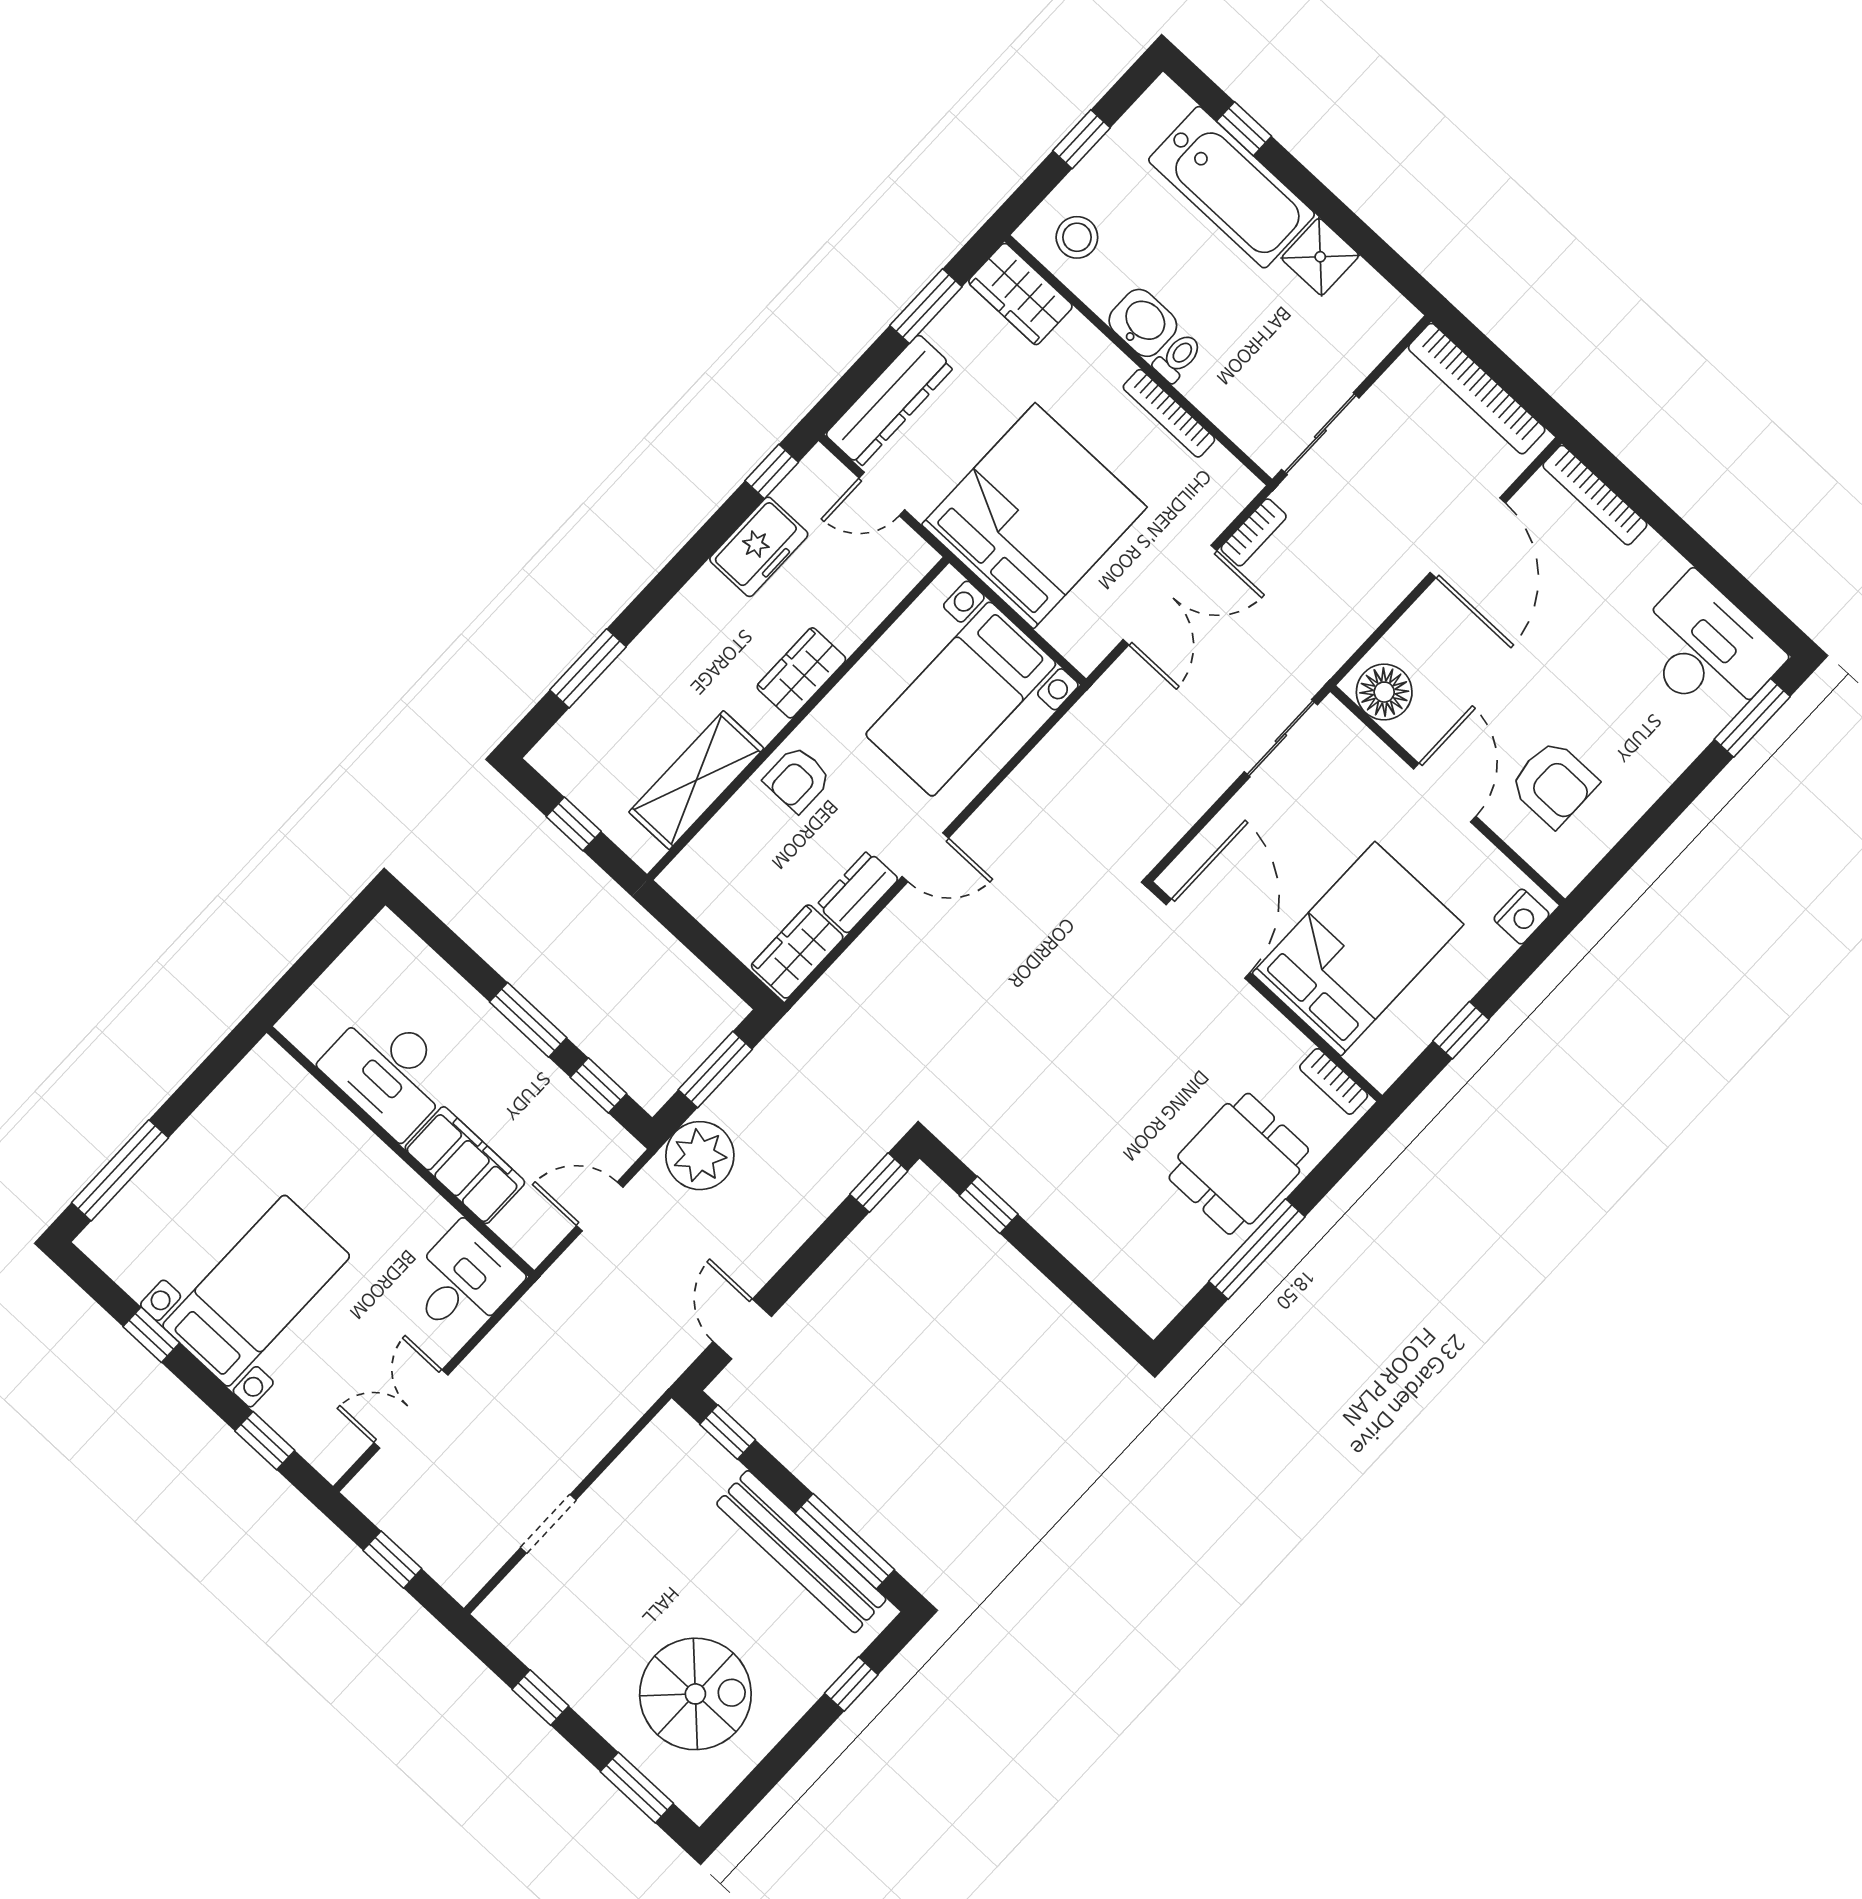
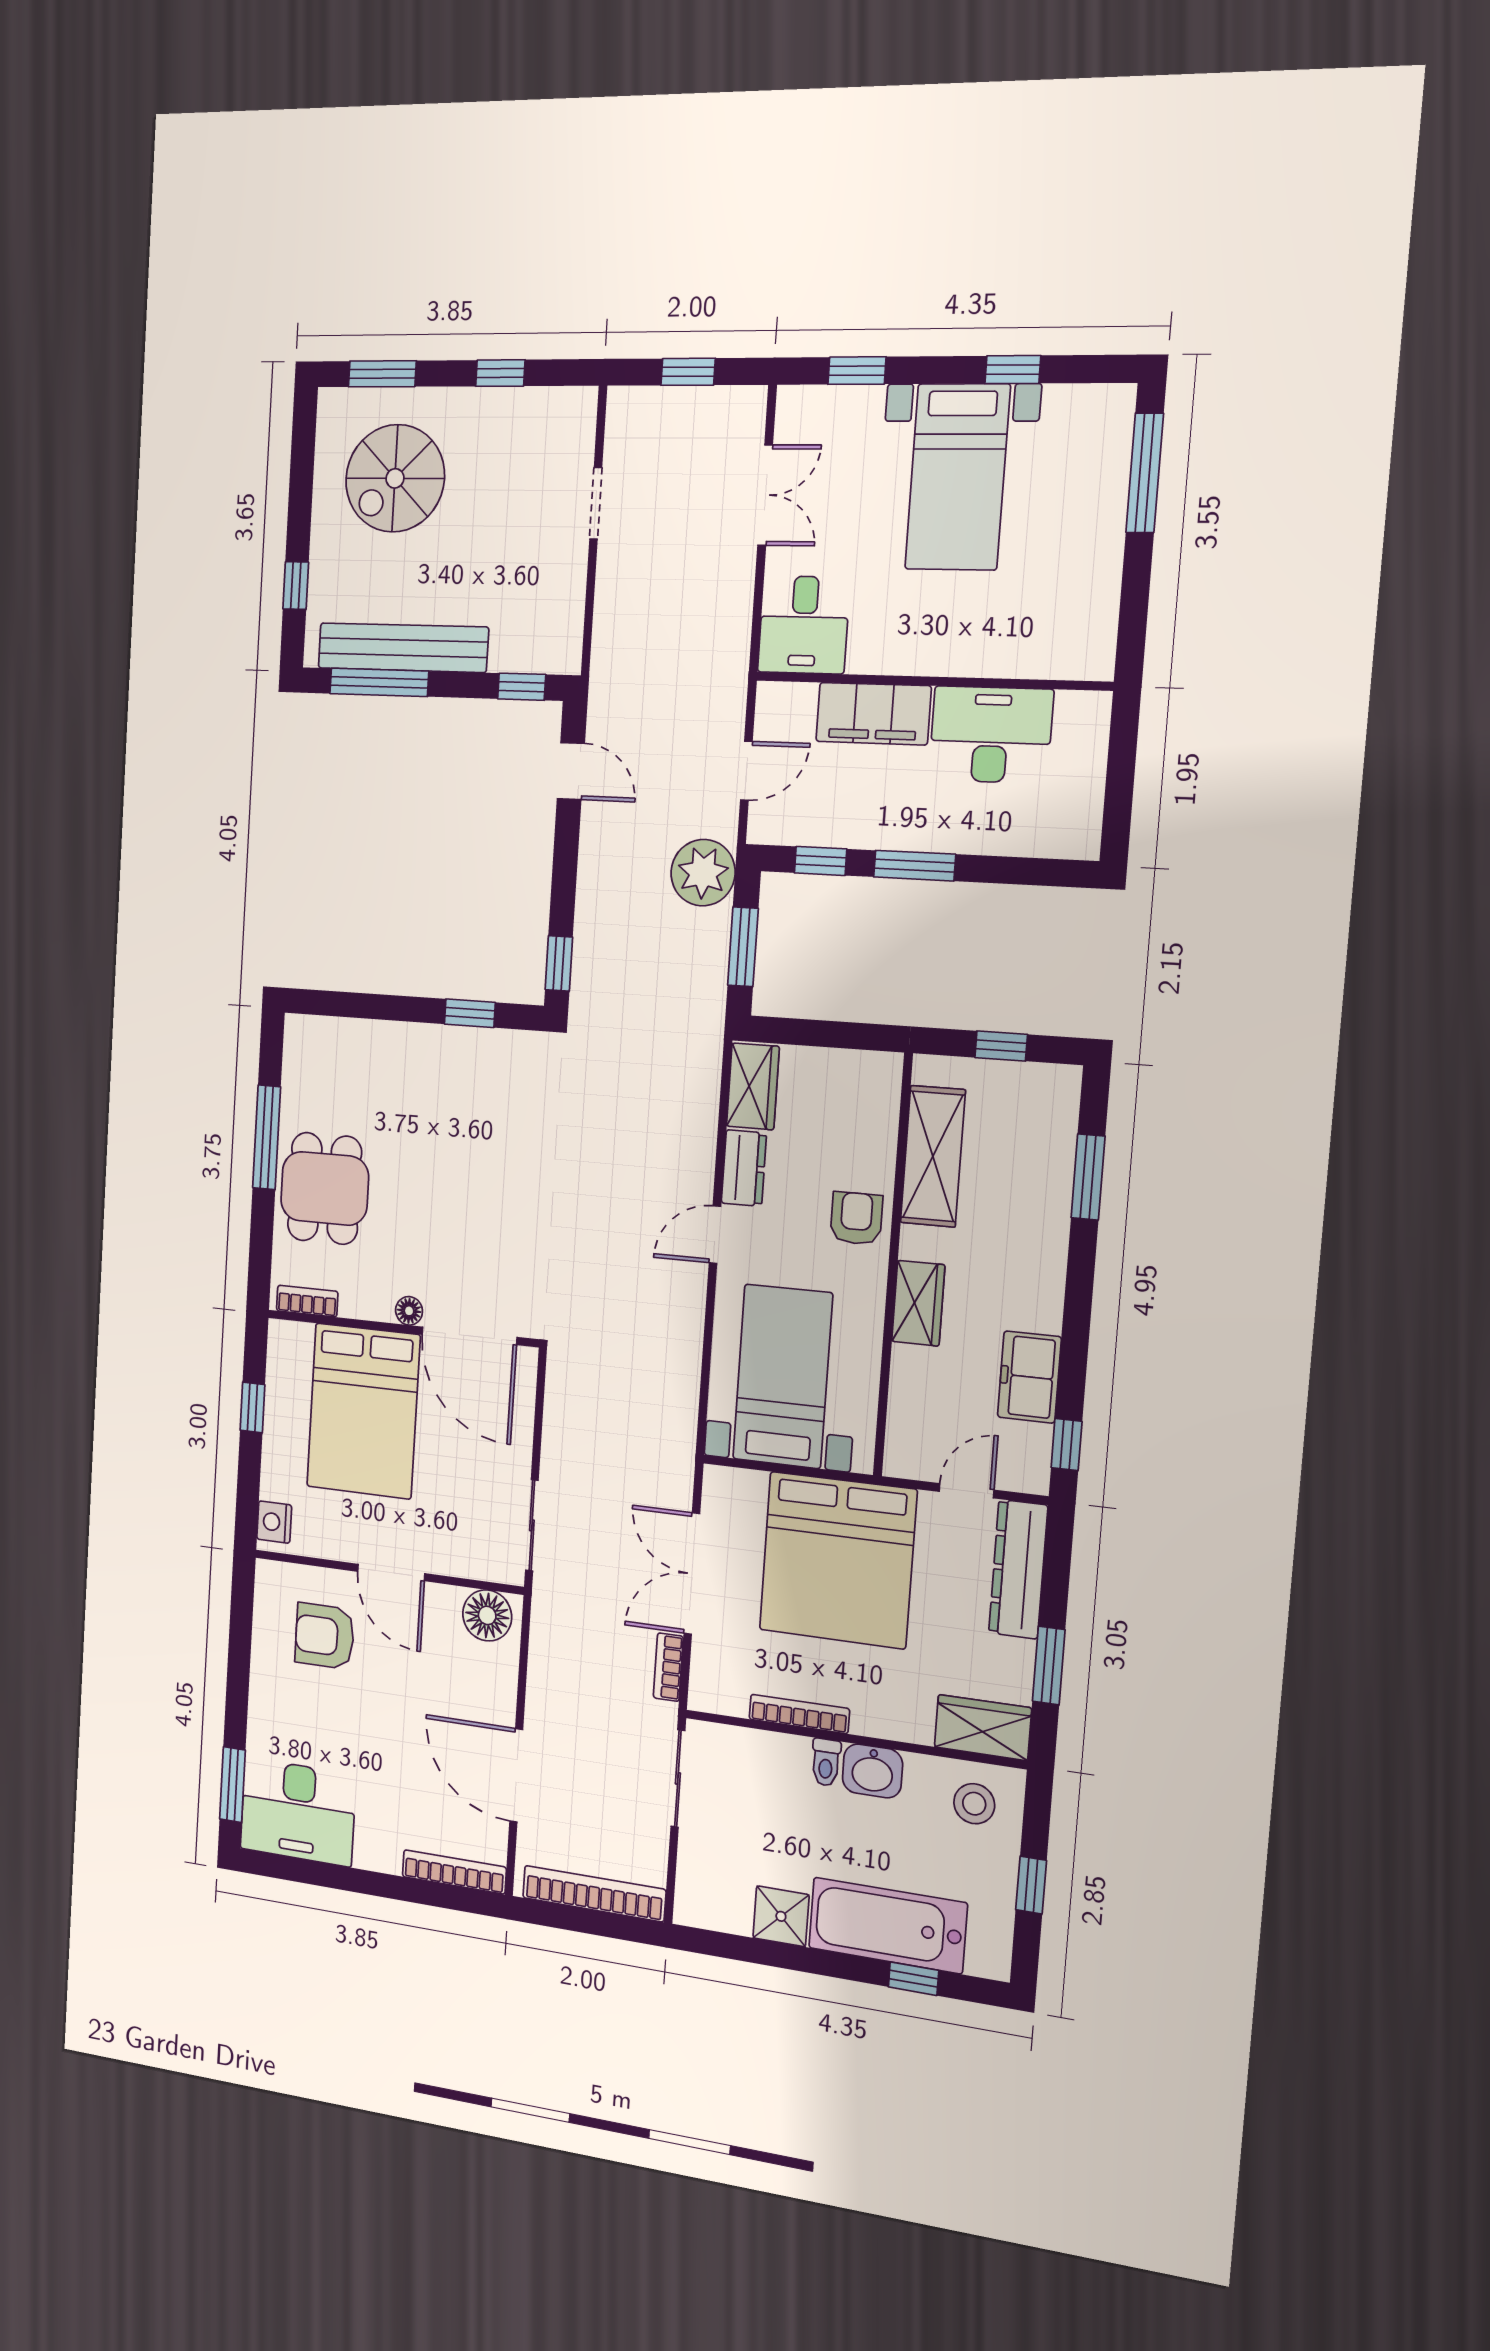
floor lamp: (1246, 1001) -> (409, 1311), added

